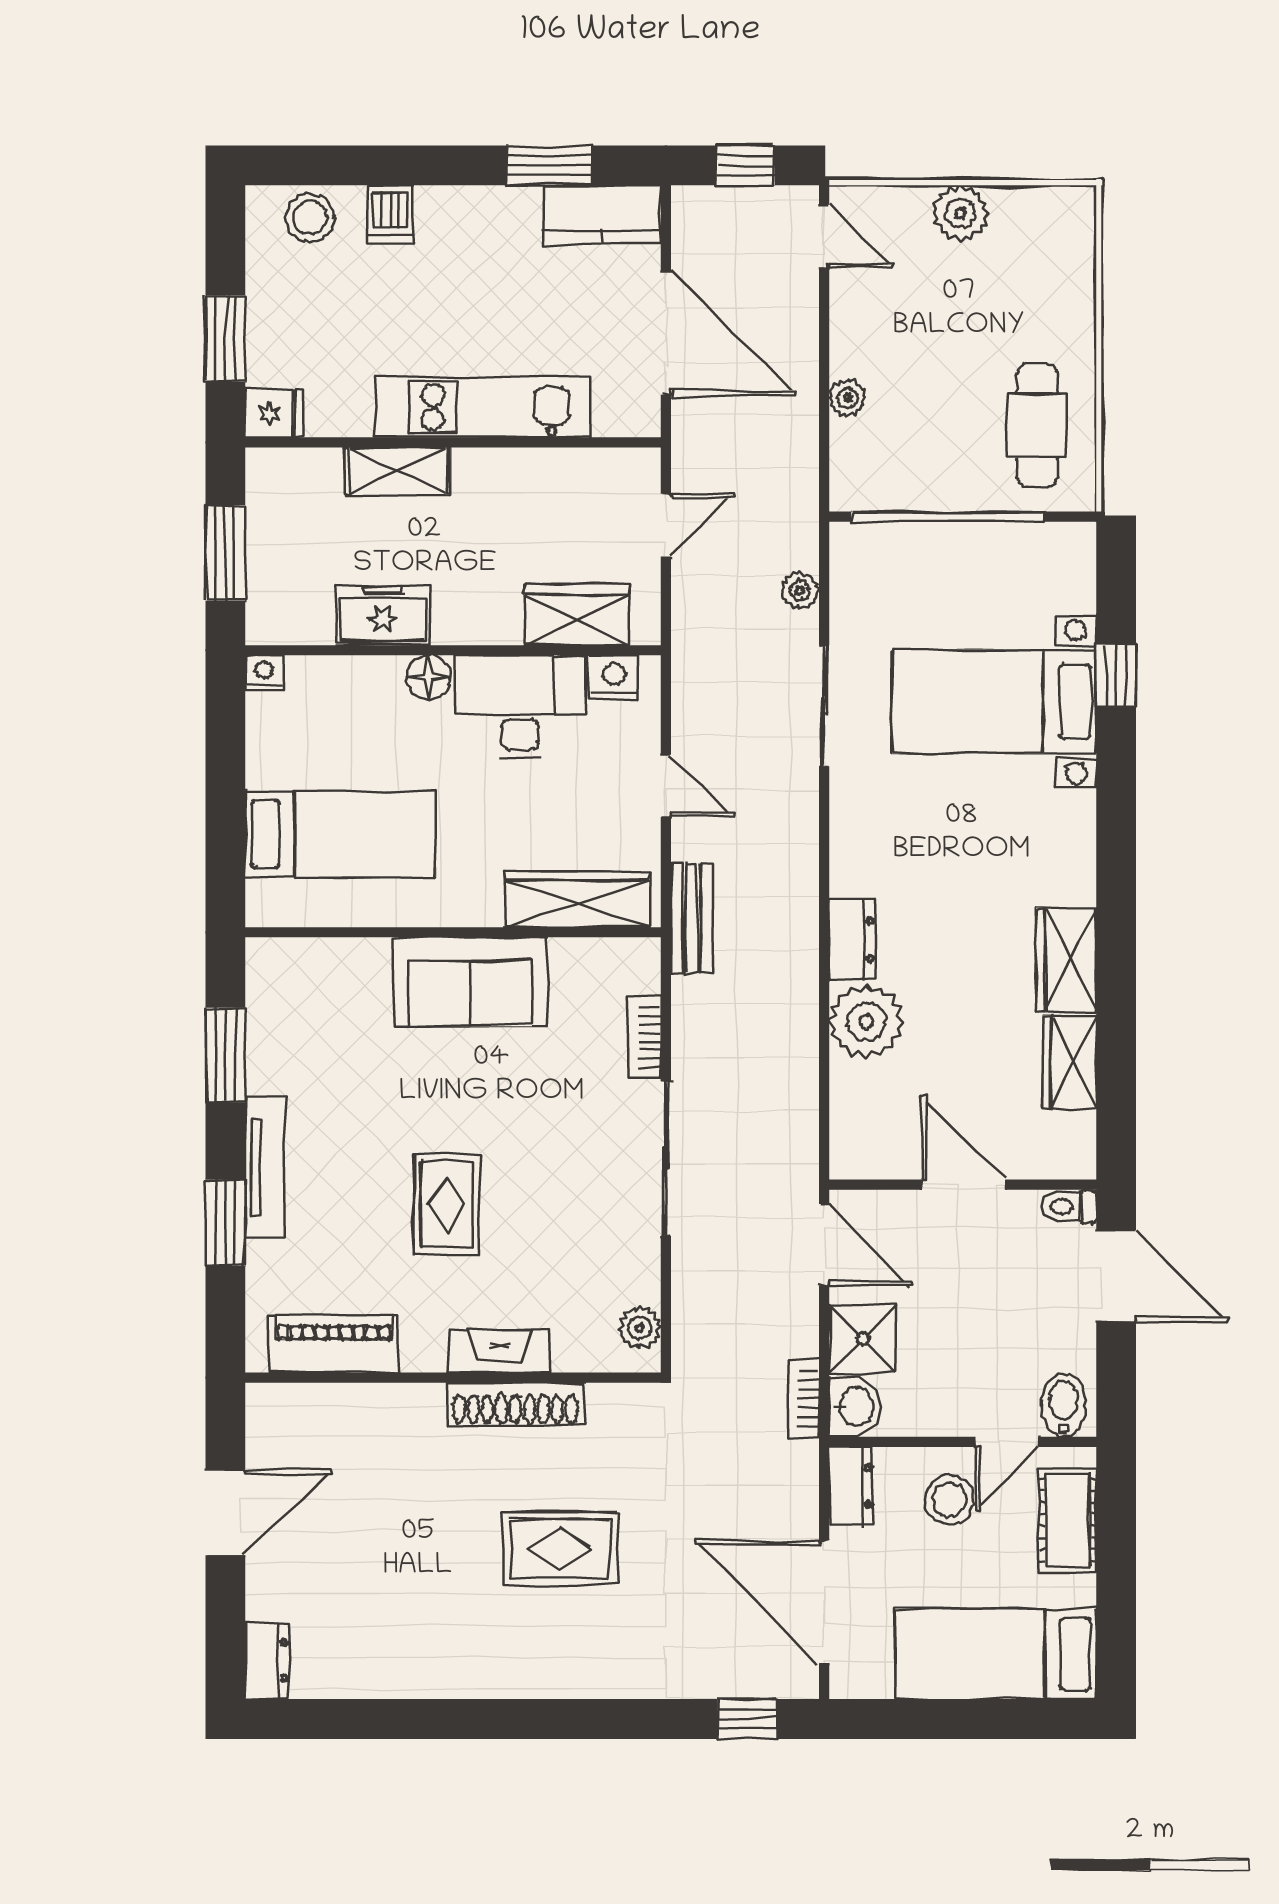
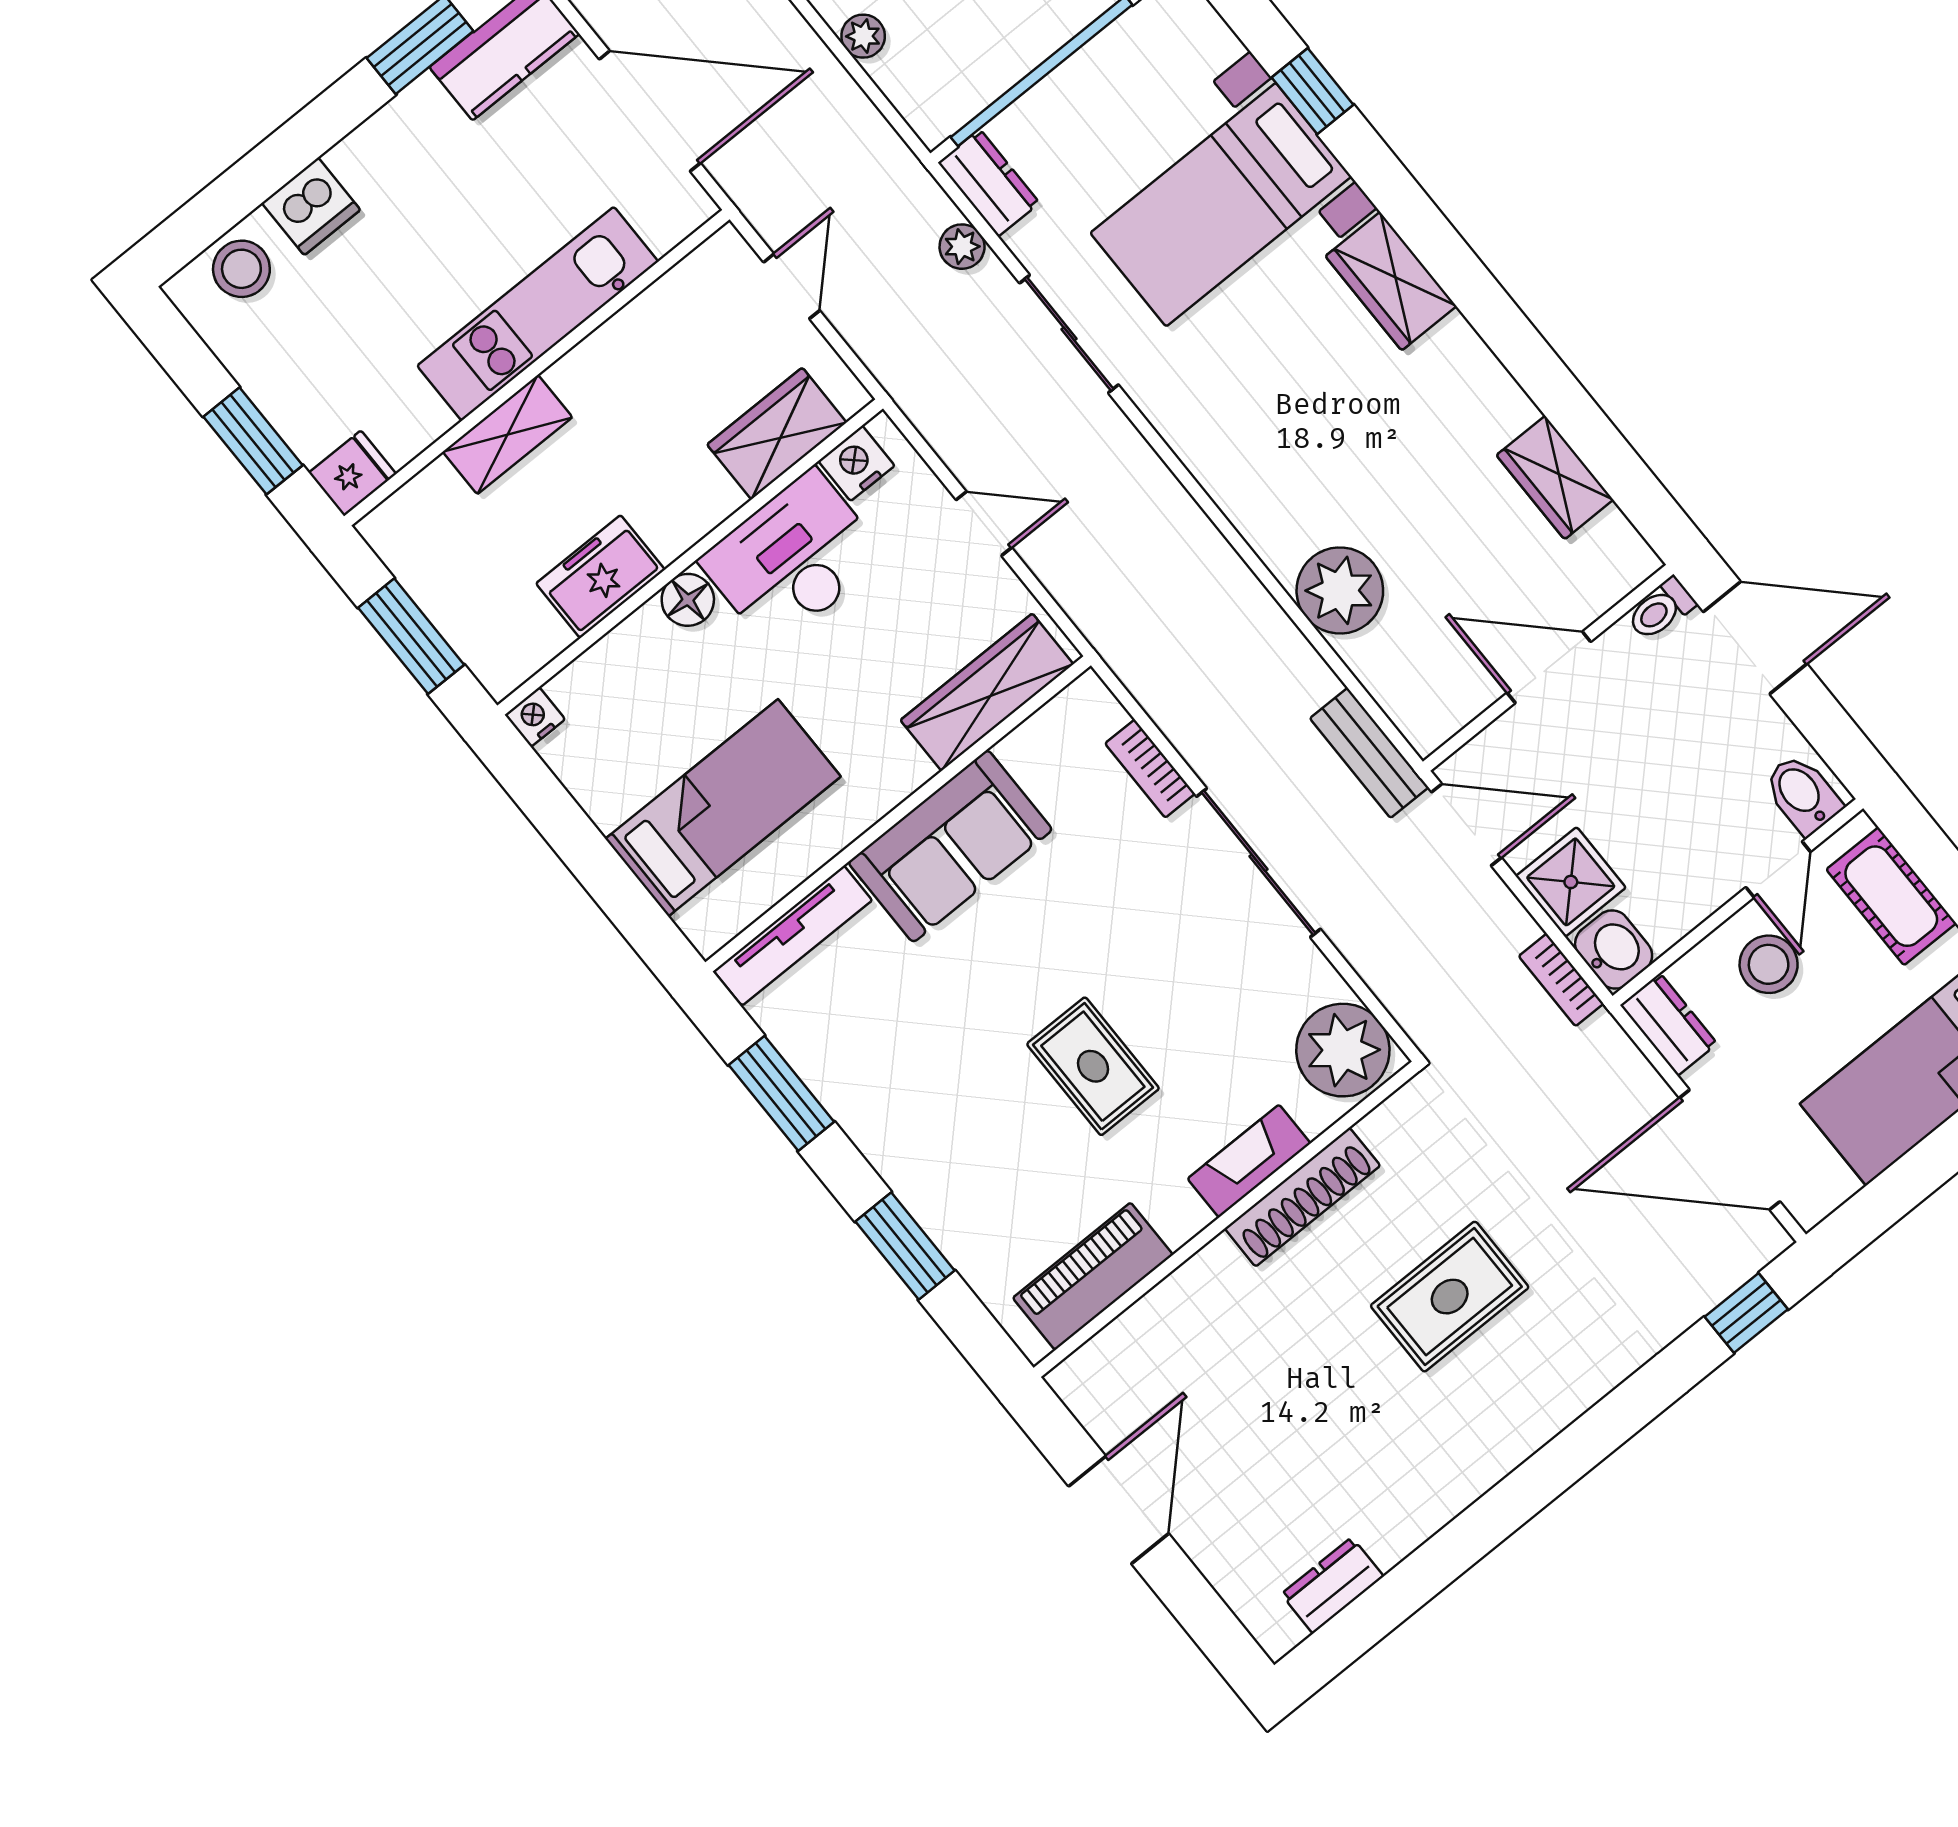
dishwasher: (390, 214) -> (311, 206), width x1.38
bench: (692, 918) -> (1369, 753), moved
dresser: (852, 940) -> (989, 183), moved
wardrobe: (1066, 960) -> (1391, 281), moved
tv unit: (265, 1167) -> (793, 936), moved, turned 90
plant: (640, 1328) -> (1343, 1050), width x1.88, depth x1.88
dresser: (267, 1660) -> (1332, 1585), moved, turned -90

